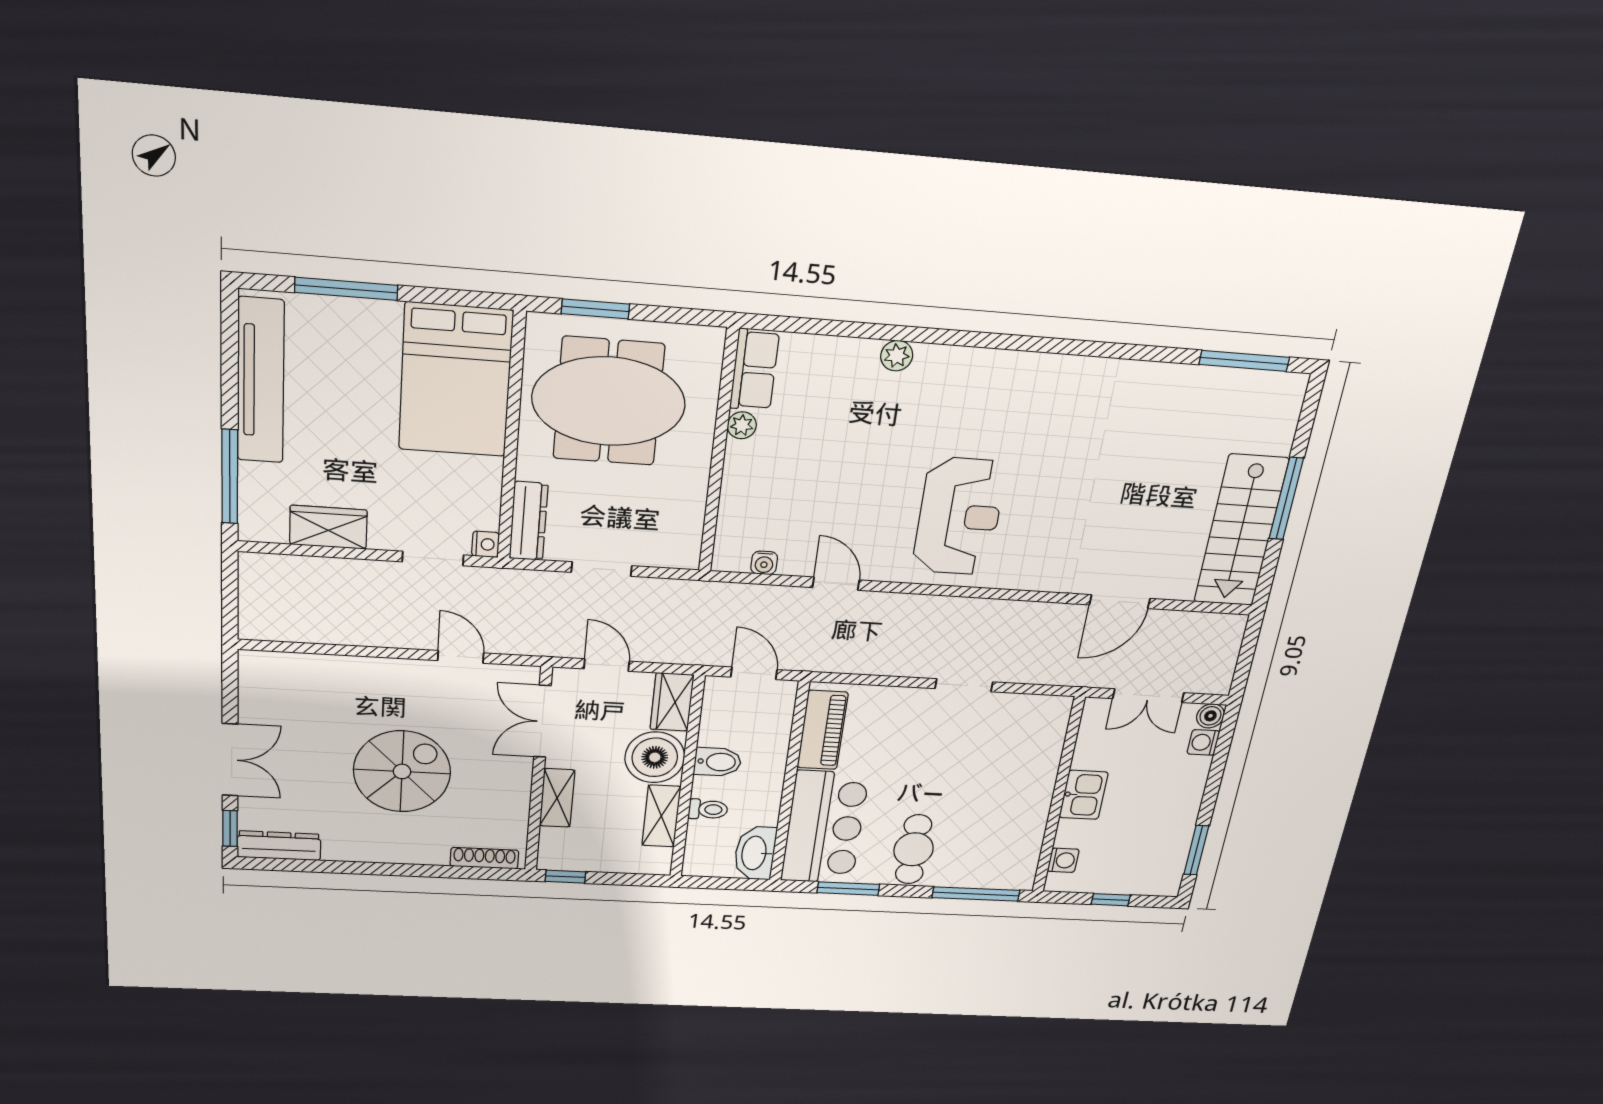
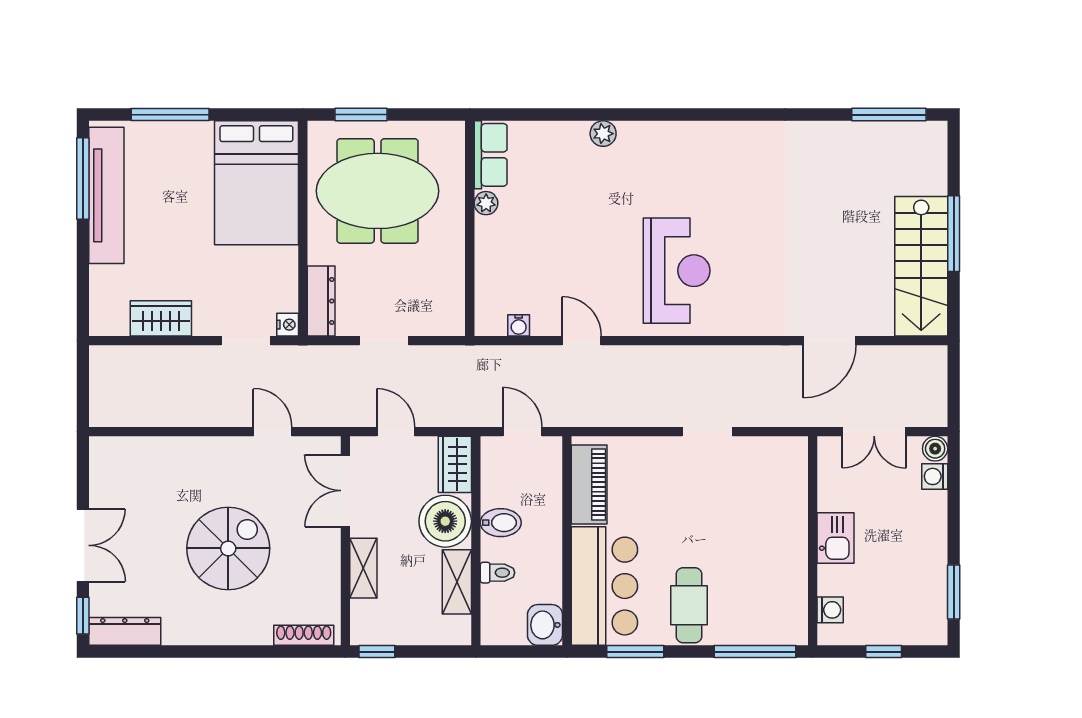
window: (230, 477) -> (83, 179), moved
washbasin: (755, 853) -> (545, 625), width x0.72

